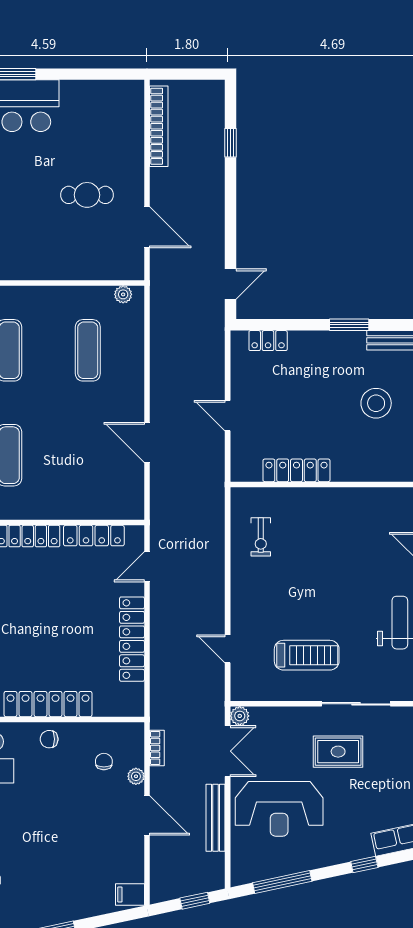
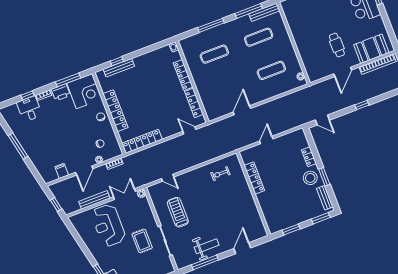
booth: (122, 126) -> (371, 49), added
window: (230, 143) -> (362, 105), moved
door: (147, 227) -> (343, 72), moved
locker: (268, 341) -> (309, 157), moved
stool: (376, 403) -> (310, 178), moved
locker: (132, 639) -> (142, 141), moved
door: (228, 649) -> (168, 178), swing flipped
treadmill: (307, 655) -> (178, 212), turned 180
double door: (228, 751) -> (124, 194), swing flipped
window: (282, 882) -> (78, 238), removed
filing cabinet: (130, 894) -> (62, 171), moved

